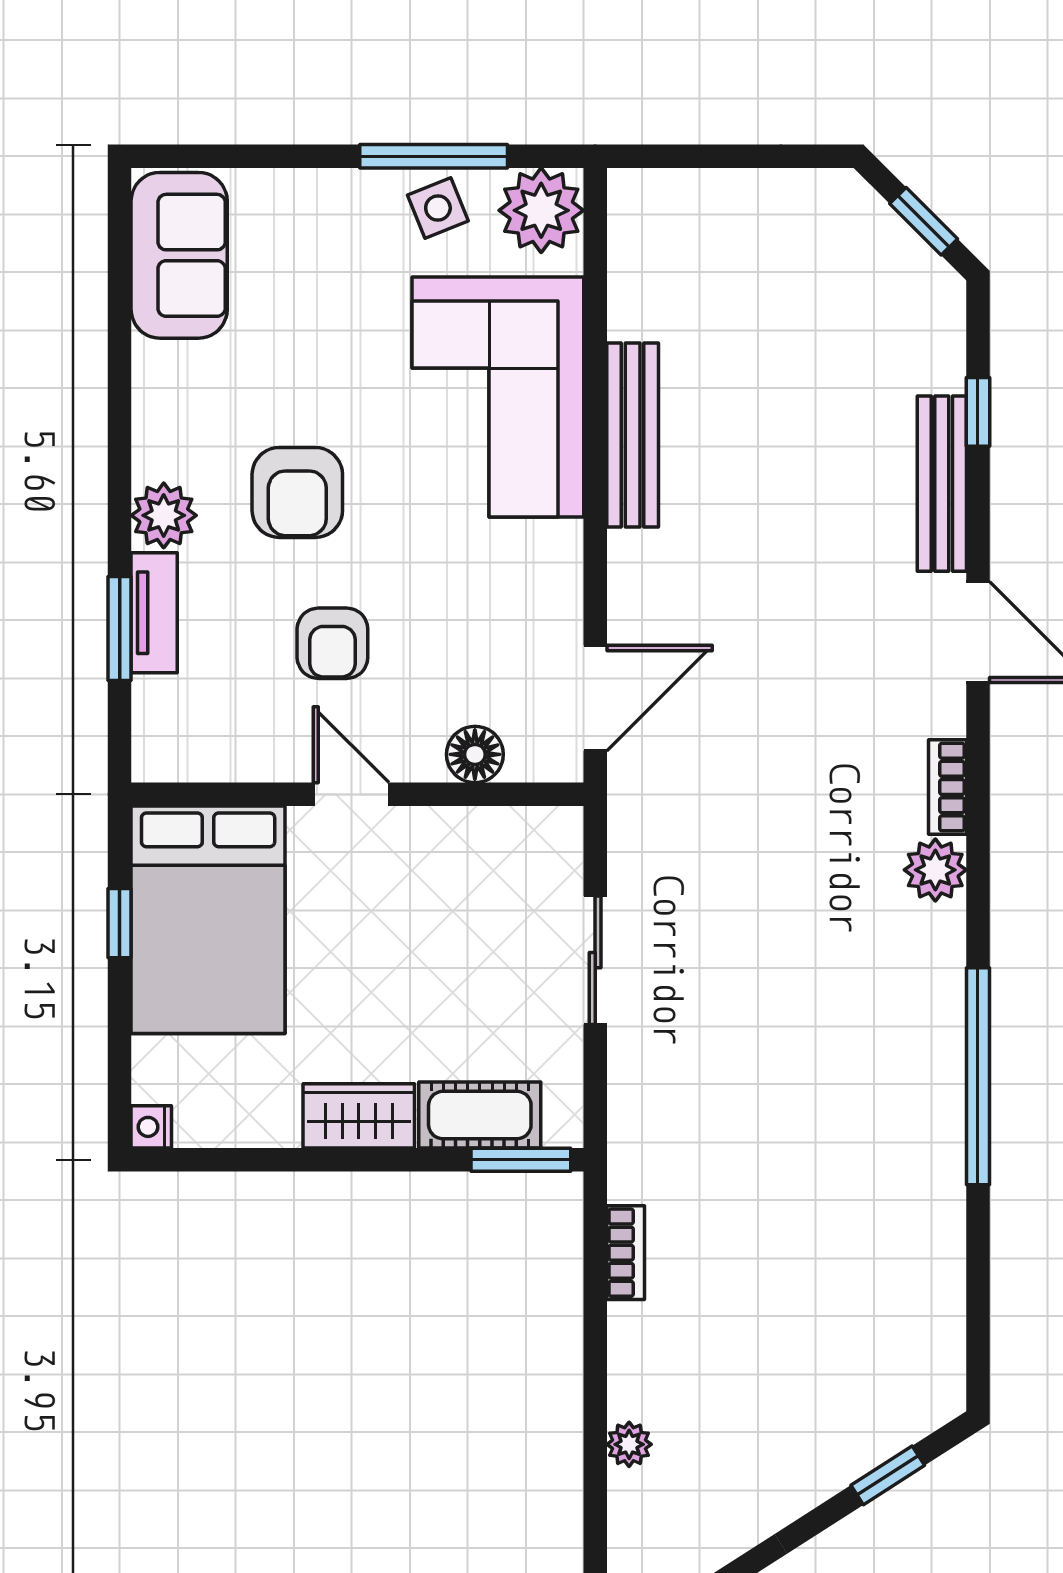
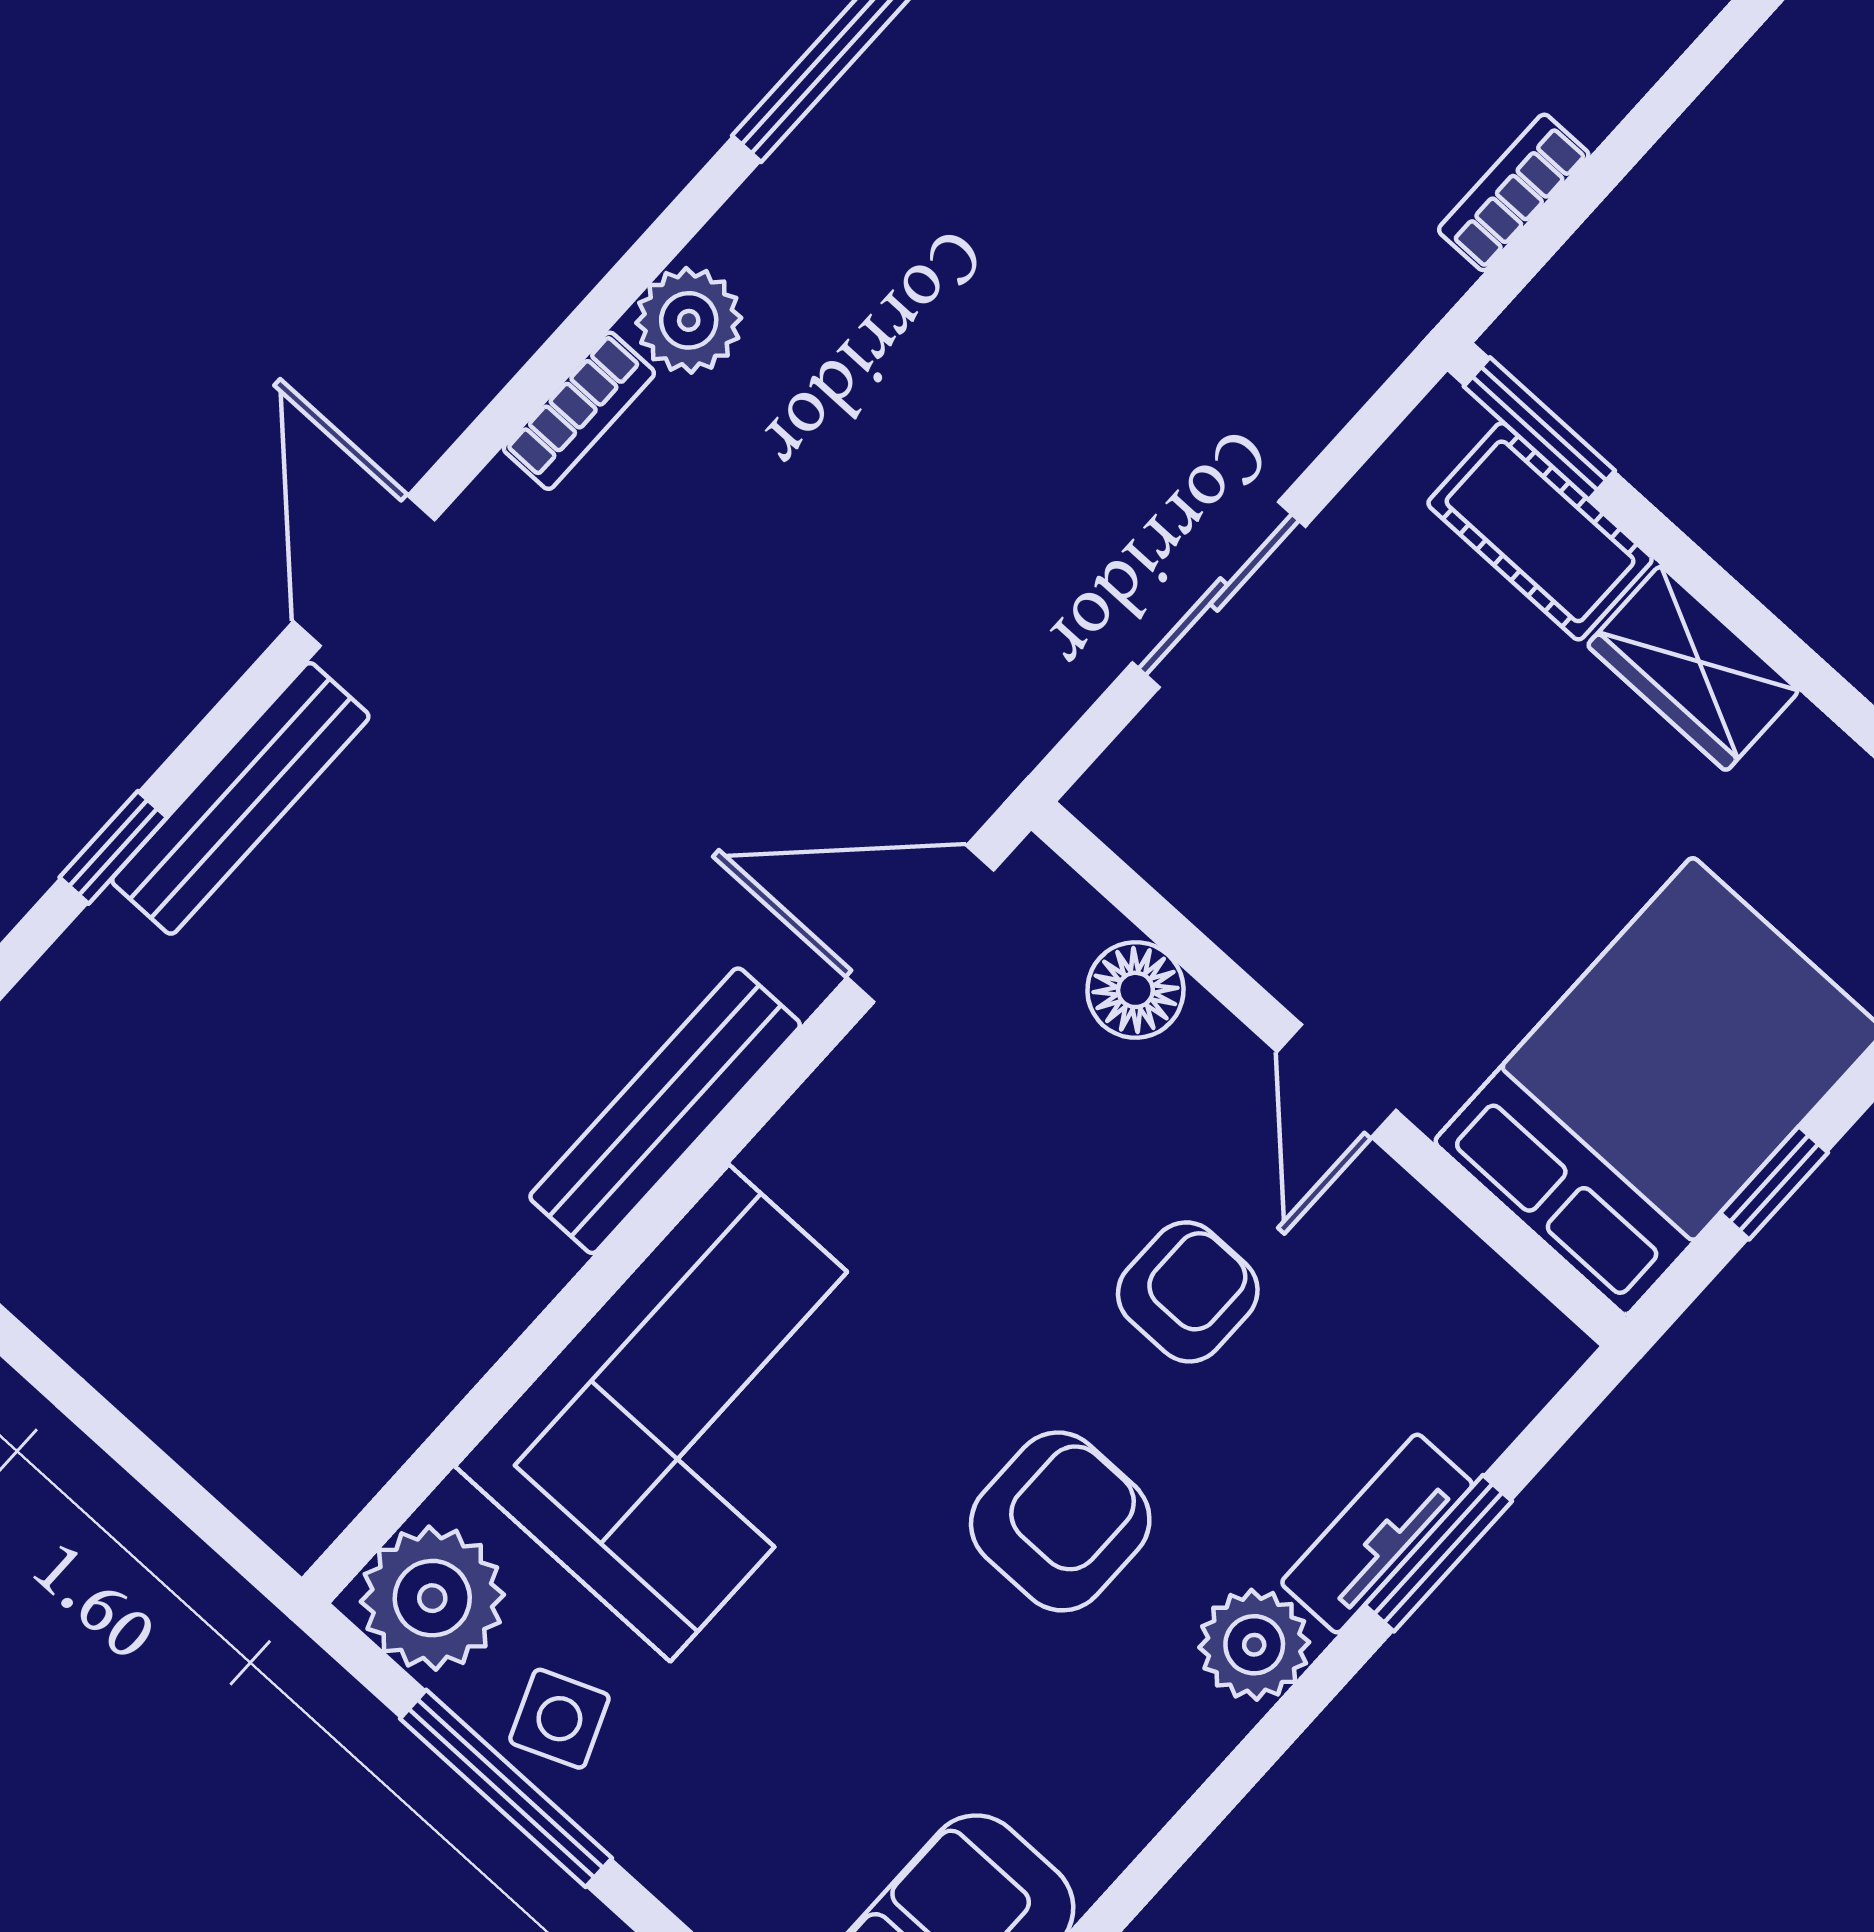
bench: (633, 435) -> (665, 1111), moved

